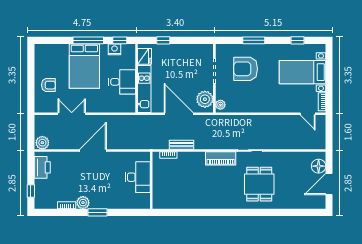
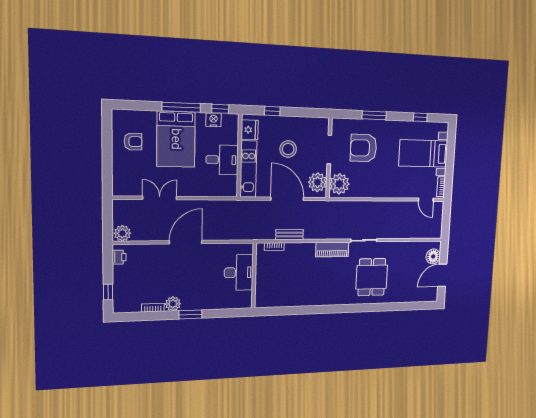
stool: (178, 71) -> (288, 149), added
armchair: (48, 85) -> (133, 142), moved
plant: (220, 105) -> (339, 184), width x1.87, depth x1.87
printer: (42, 167) -> (119, 257), width x0.53, depth x0.68

